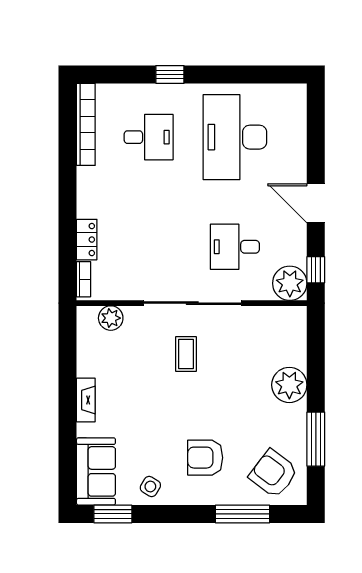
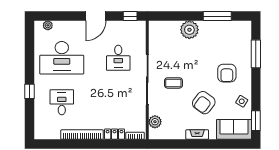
bookcase: (86, 124) -> (82, 135), moved
plant: (290, 283) -> (48, 25), moved, width x0.53, depth x0.53
armchair: (273, 474) -> (204, 103), moved

